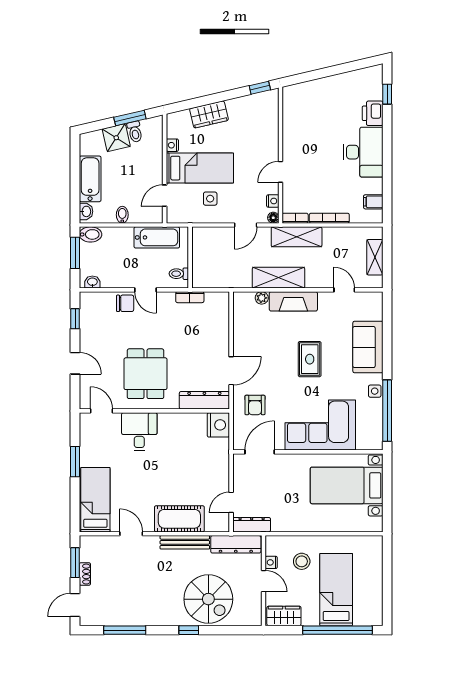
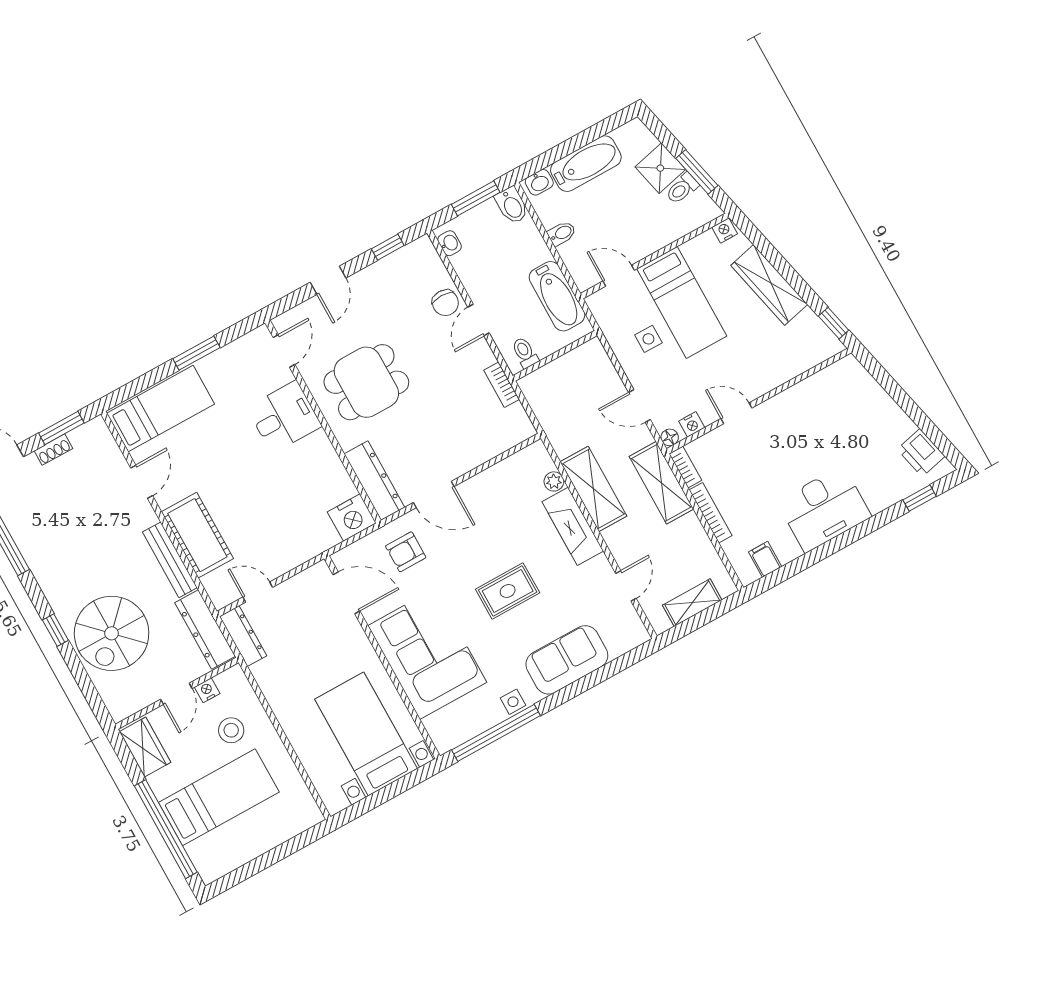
printer: (373, 113) -> (921, 453), moved, turned -103
wardrobe: (209, 114) -> (769, 285), width x1.50
nightstand: (172, 145) -> (725, 230), moved

